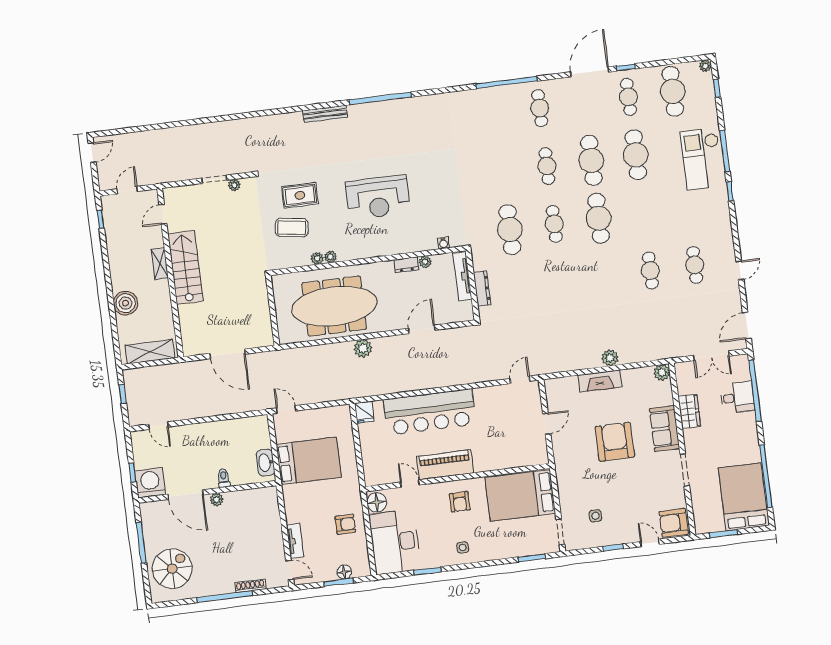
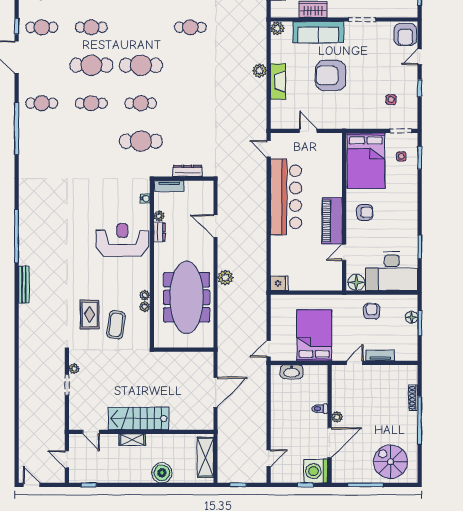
cafe table: (636, 155) -> (91, 27), width x0.73, depth x0.74
reception desk: (378, 197) -> (122, 240), moved, turned -90
tv unit: (462, 276) -> (169, 186), width x0.71
bar counter: (430, 412) -> (286, 197), moved
sofa: (664, 429) -> (318, 32), width x1.36
washbasin: (266, 463) -> (292, 372), moved
side table: (463, 547) -> (401, 156), moved
door: (290, 570) -> (355, 363), moved

